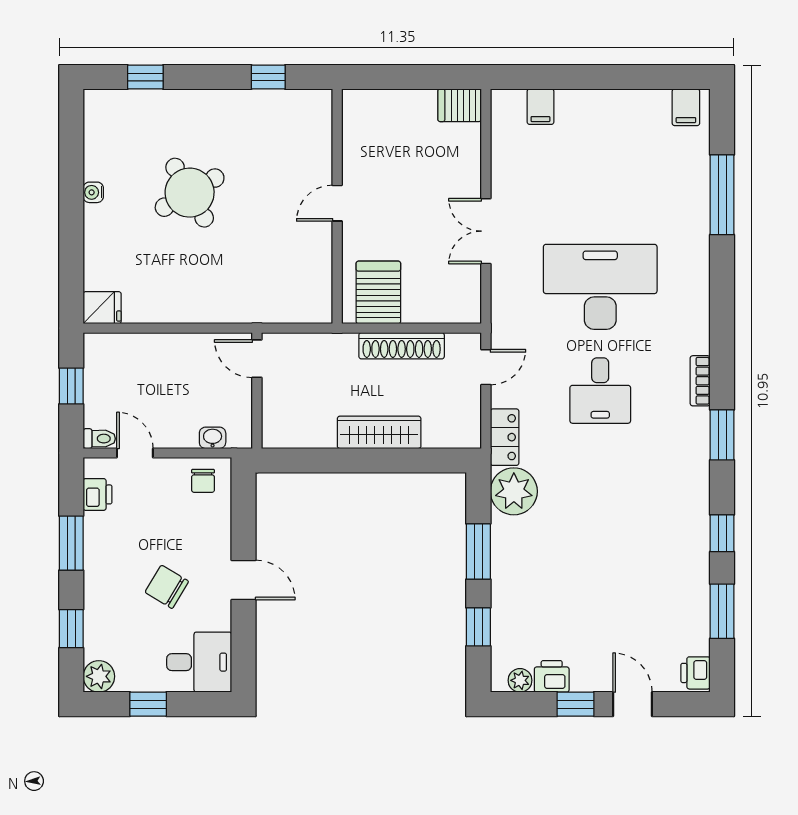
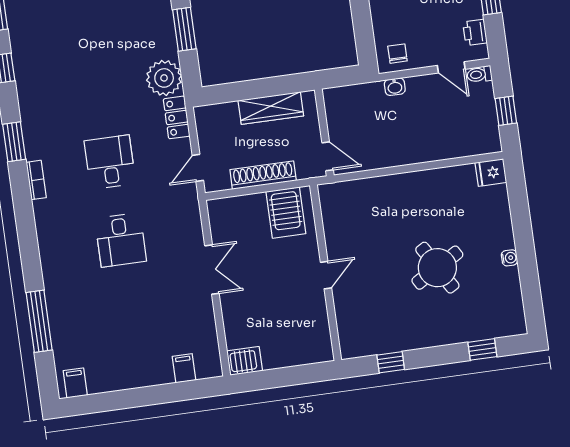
desk: (600, 287) -> (121, 240), width x0.53, depth x0.77
door: (257, 359) -> (328, 156), moved
wall: (257, 391) -> (324, 132), moved

